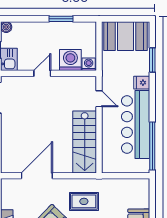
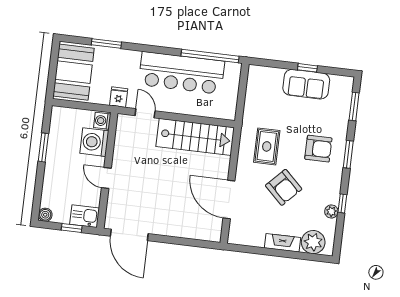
fridge: (142, 83) -> (119, 97), moved, turned 180
door: (99, 99) -> (145, 113), hinge flipped

